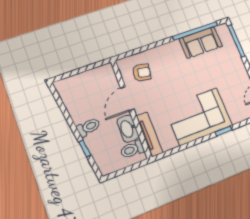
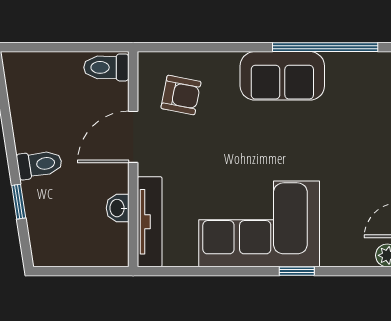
sofa: (201, 42) -> (282, 76), moved
washbasin: (128, 129) -> (118, 208), width x0.52, depth x0.69
toilet: (132, 149) -> (106, 67), moved

